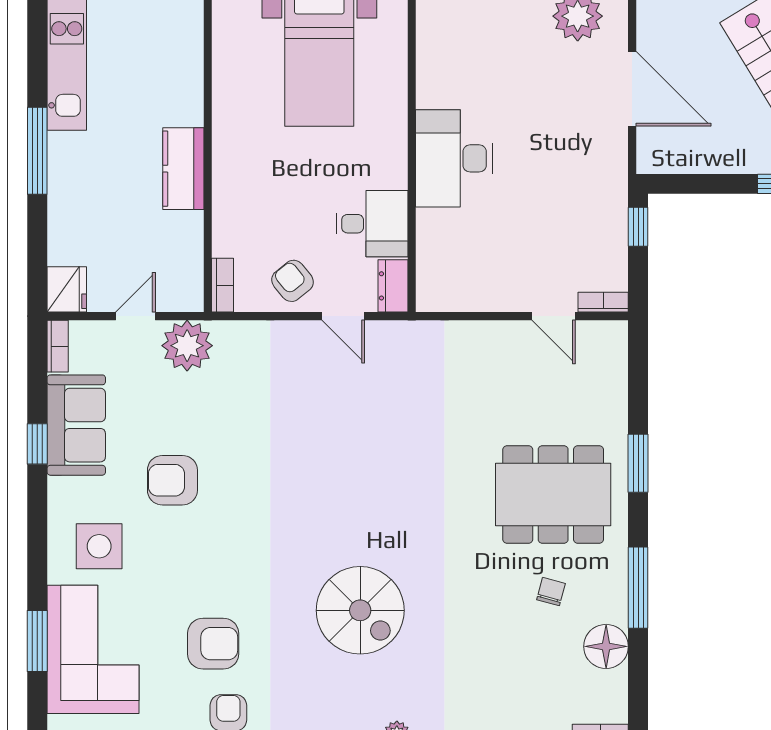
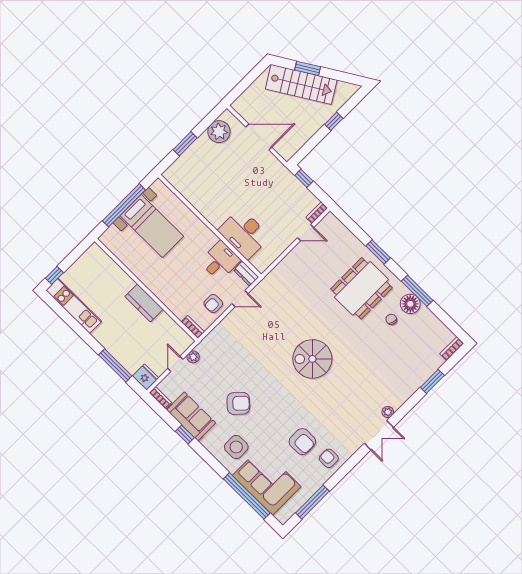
window: (37, 151) -> (115, 365), moved
desk: (454, 158) -> (244, 234), moved
armchair: (293, 281) -> (213, 304), turned -51
plant: (187, 346) -> (193, 357), width x0.53, depth x0.53
armchair: (172, 480) -> (238, 403), turned -137
spiral stairs: (360, 610) -> (312, 359), moved, turned 180
window: (37, 641) -> (247, 496), width x2.11
armchair: (213, 644) -> (302, 442), turned 90
floor lamp: (606, 646) -> (410, 304), moved

